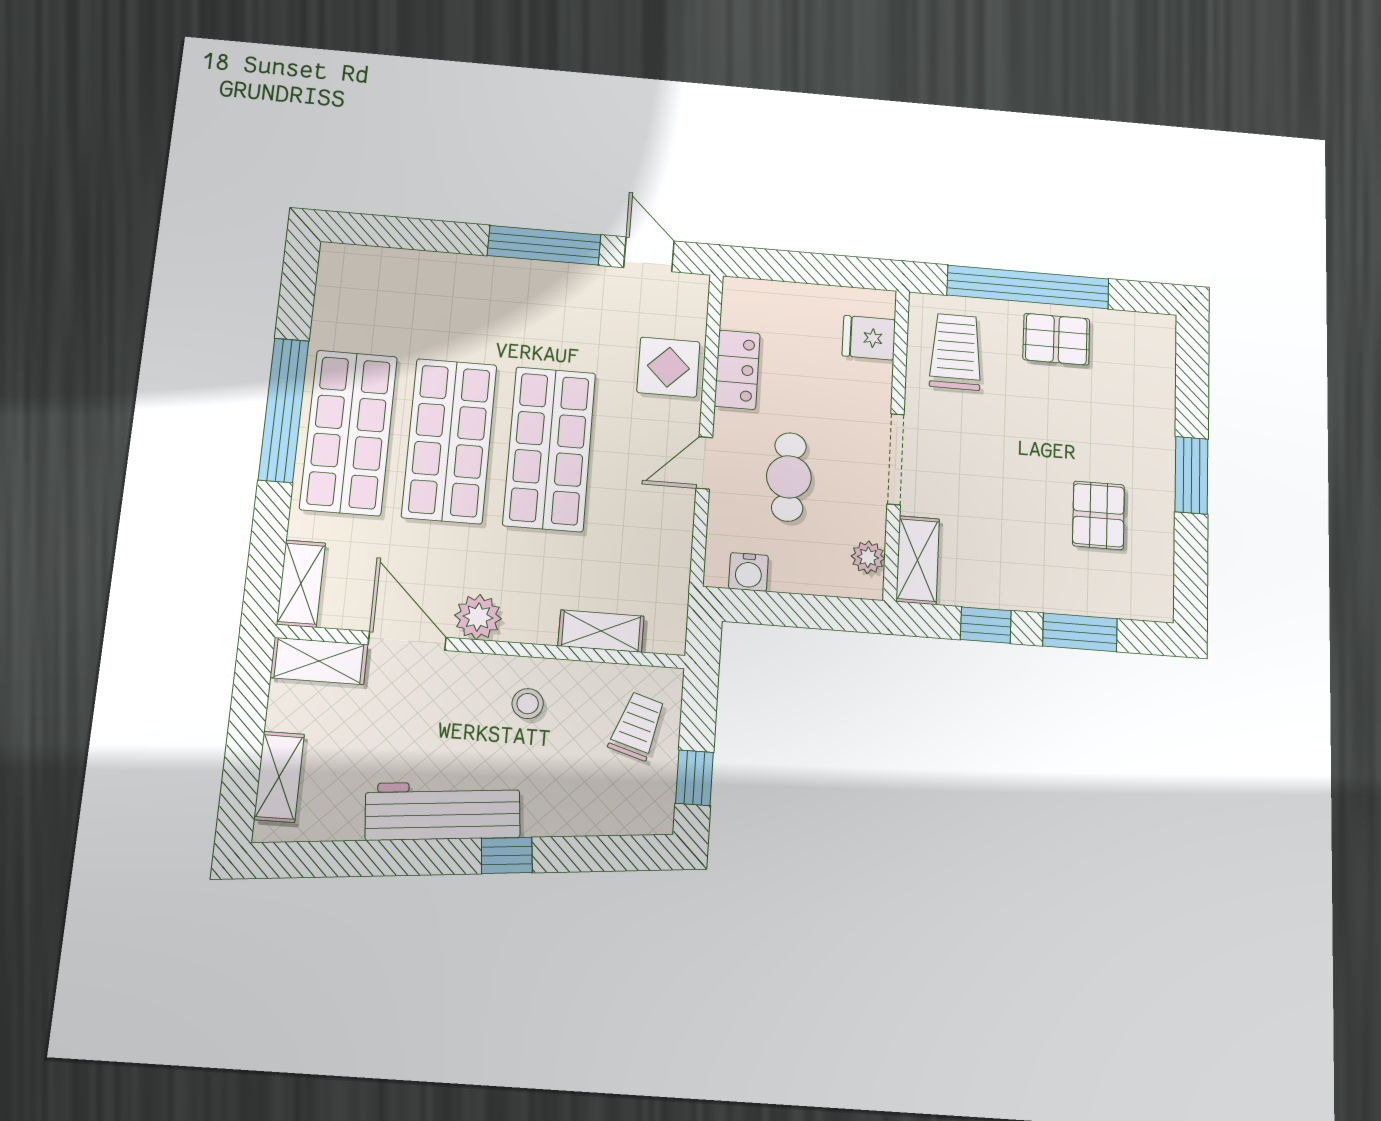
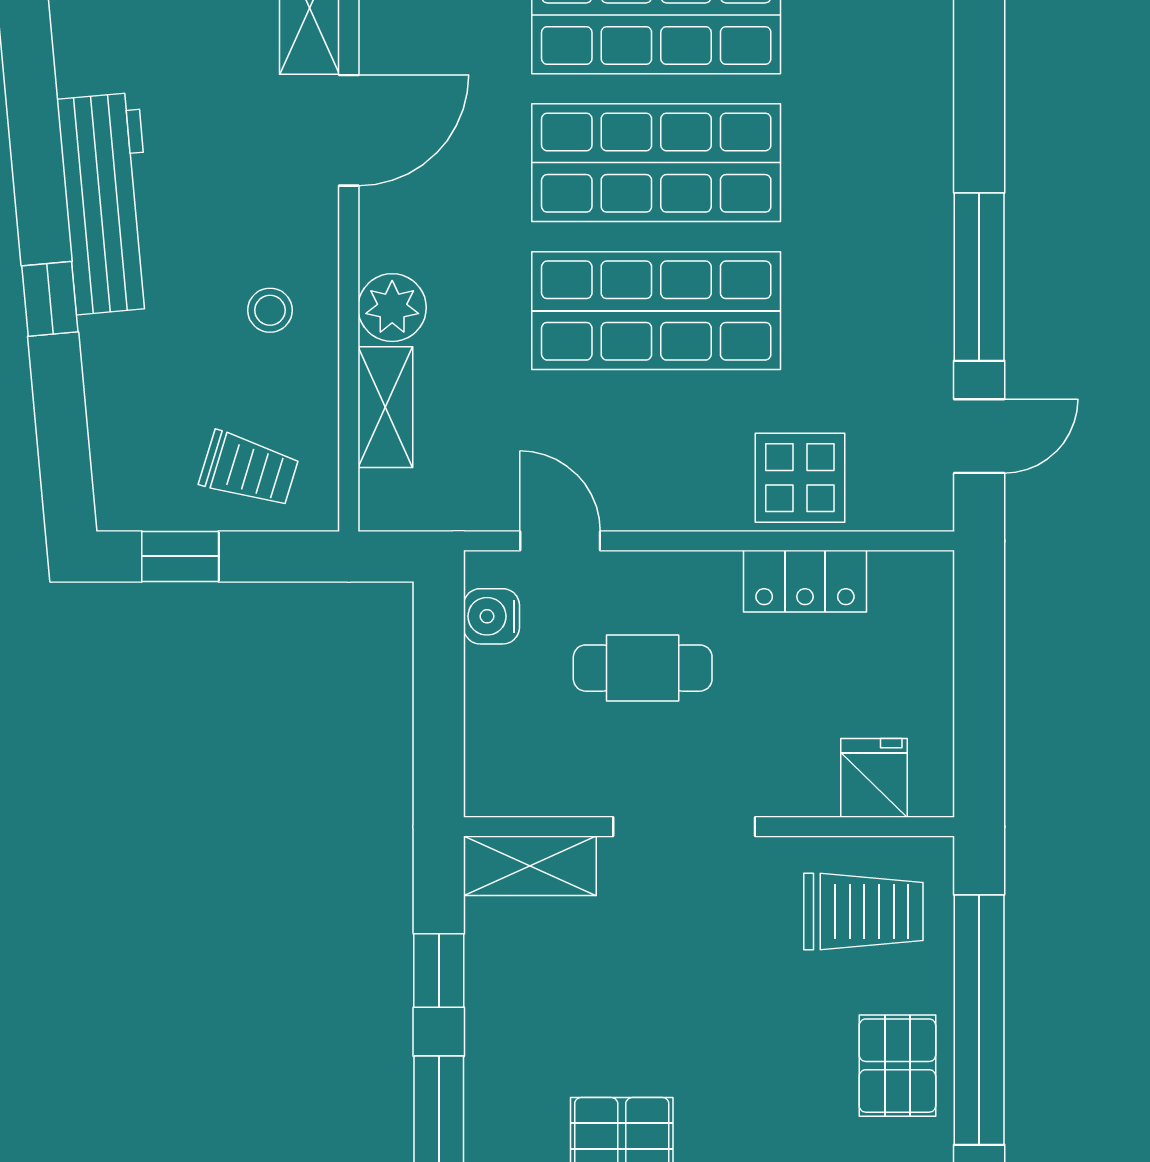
door: (704, 463) -> (560, 541), moved
plant: (868, 557) -> (528, 792), removed
plant: (478, 617) -> (392, 308), moved

